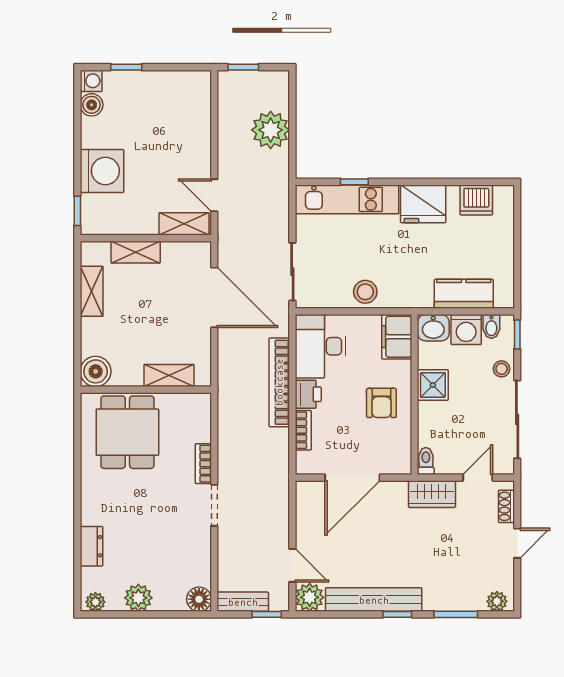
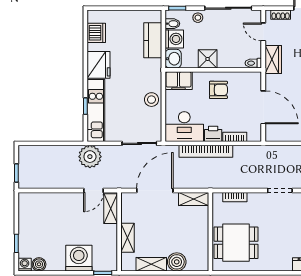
plant: (271, 130) -> (90, 157), moved
boiler: (96, 371) -> (177, 262), moved
shelving: (169, 375) -> (194, 199), moved, turned 90
bookcase: (203, 464) -> (235, 197), moved

